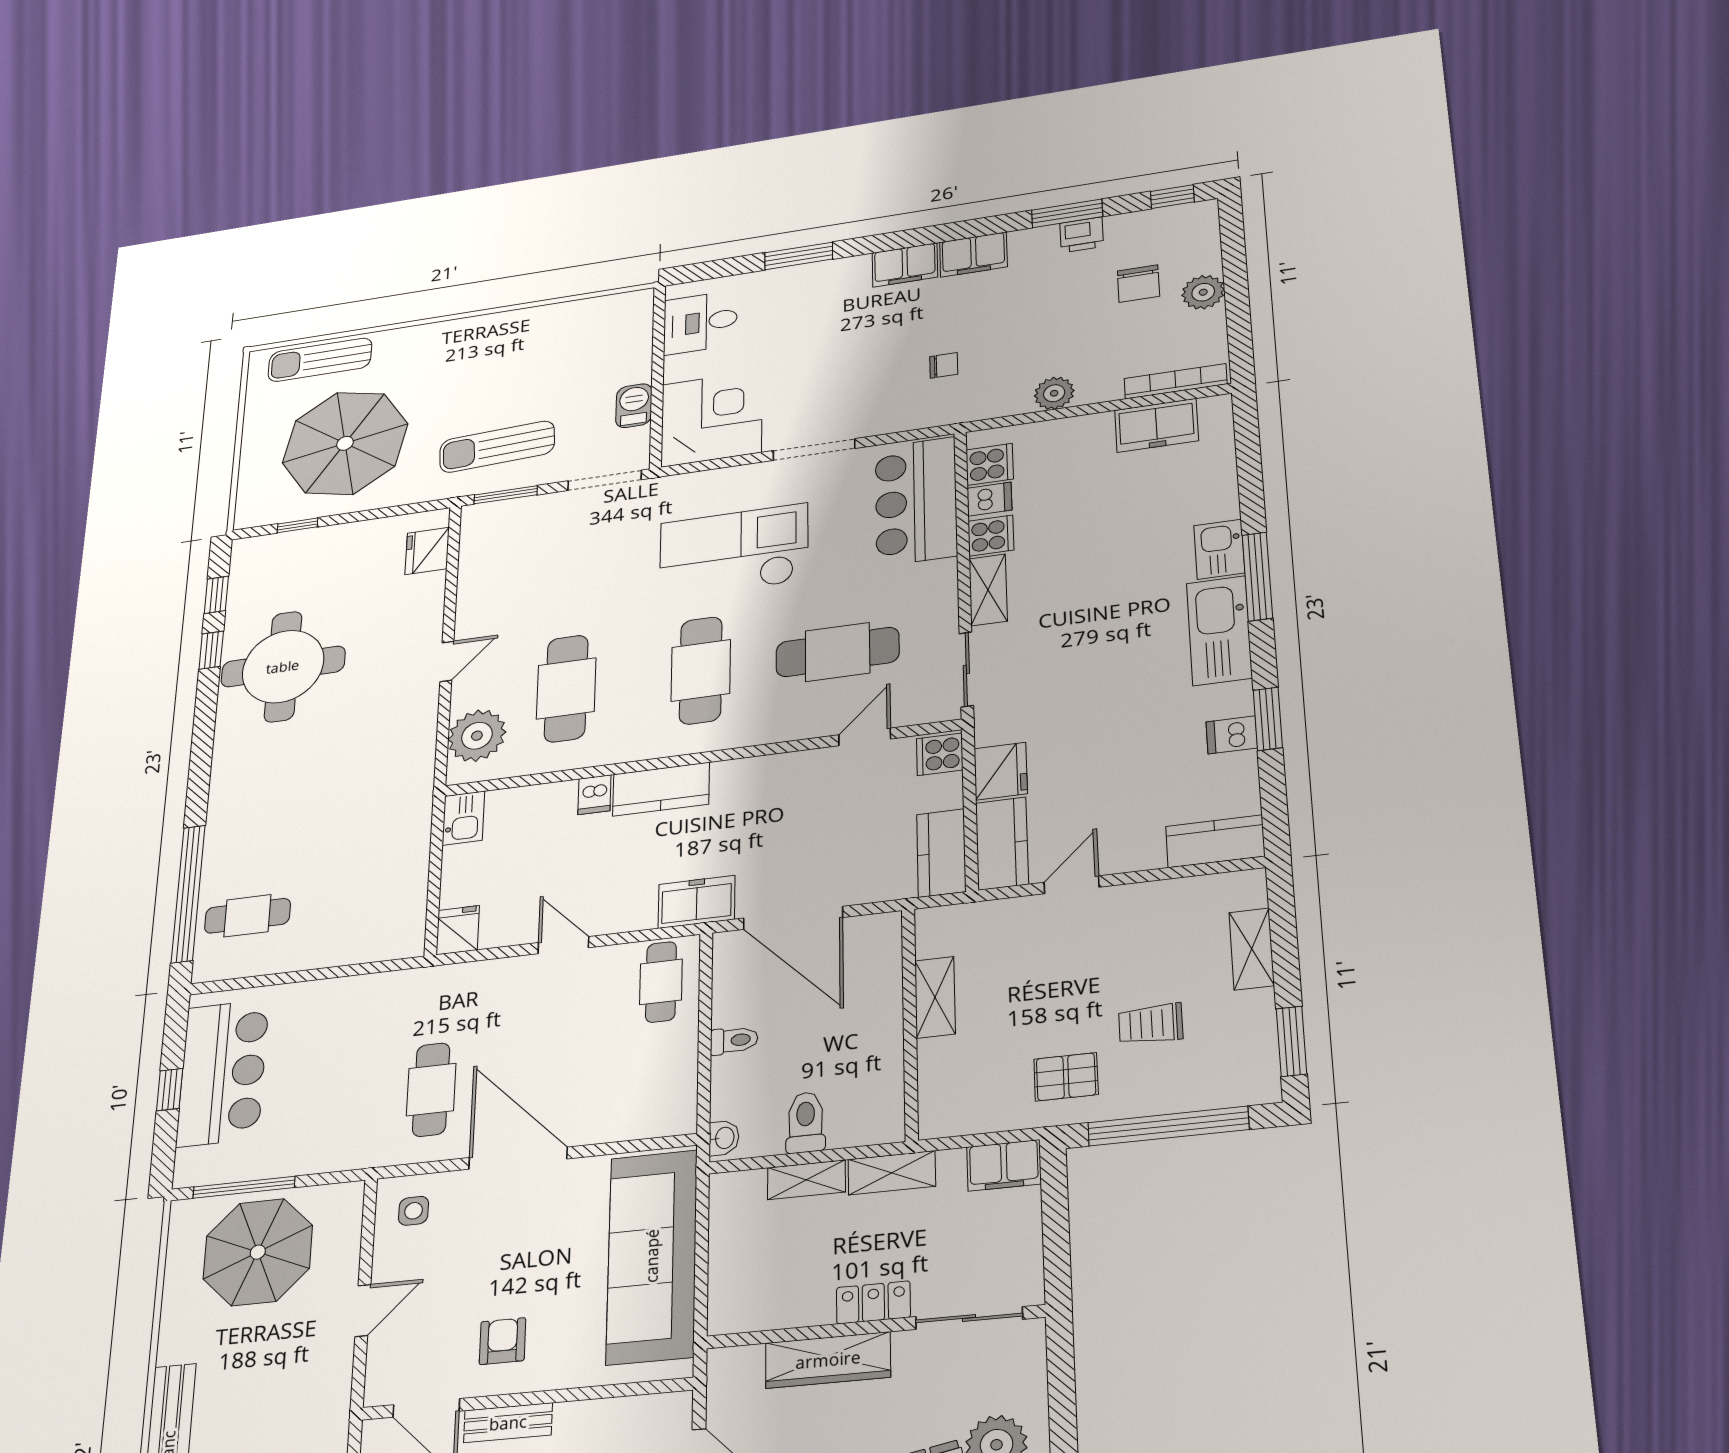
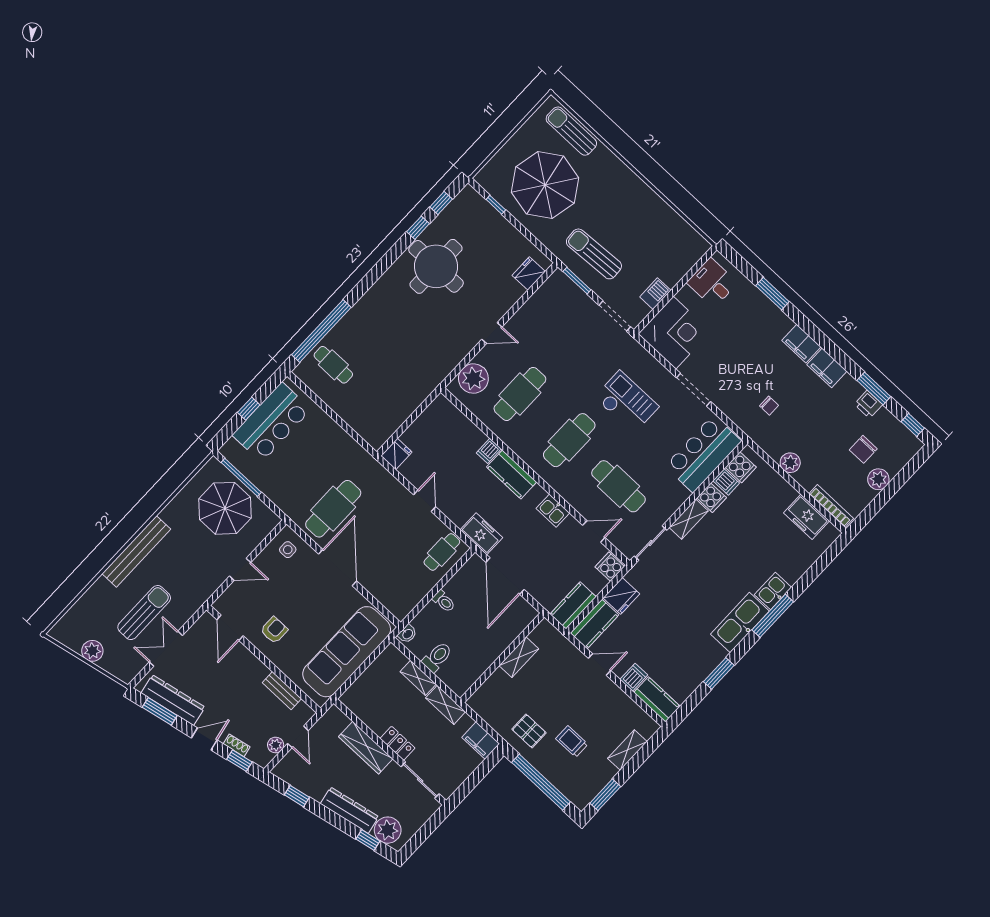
checkout: (734, 552) -> (627, 402), width x0.73, depth x0.83
dishwasher: (1232, 735) -> (634, 677), moved, turned 90
kitchen sink: (463, 818) -> (553, 511), moved, turned 90
cafe table: (431, 1090) -> (333, 509), width x1.37, depth x1.35
bench: (508, 1423) -> (282, 691), moved

